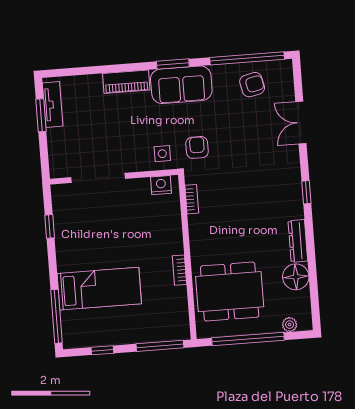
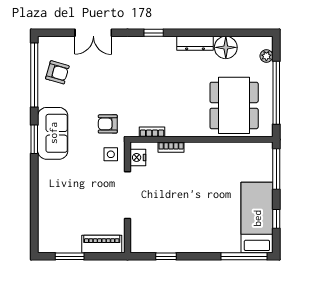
piano: (126, 82) -> (102, 244), moved, turned -90
armchair: (252, 85) -> (57, 72), turned 119
tv unit: (53, 105) -> (61, 245), removed
doorway: (98, 178) -> (128, 195), moved
bookcase: (180, 270) -> (171, 147), moved
bed: (99, 289) -> (257, 218), moved

